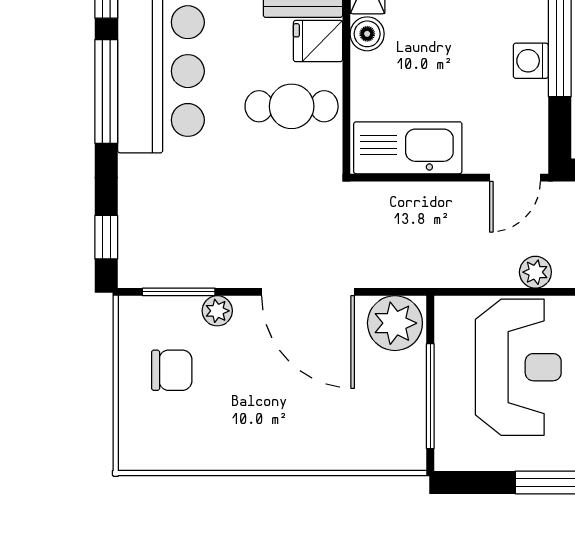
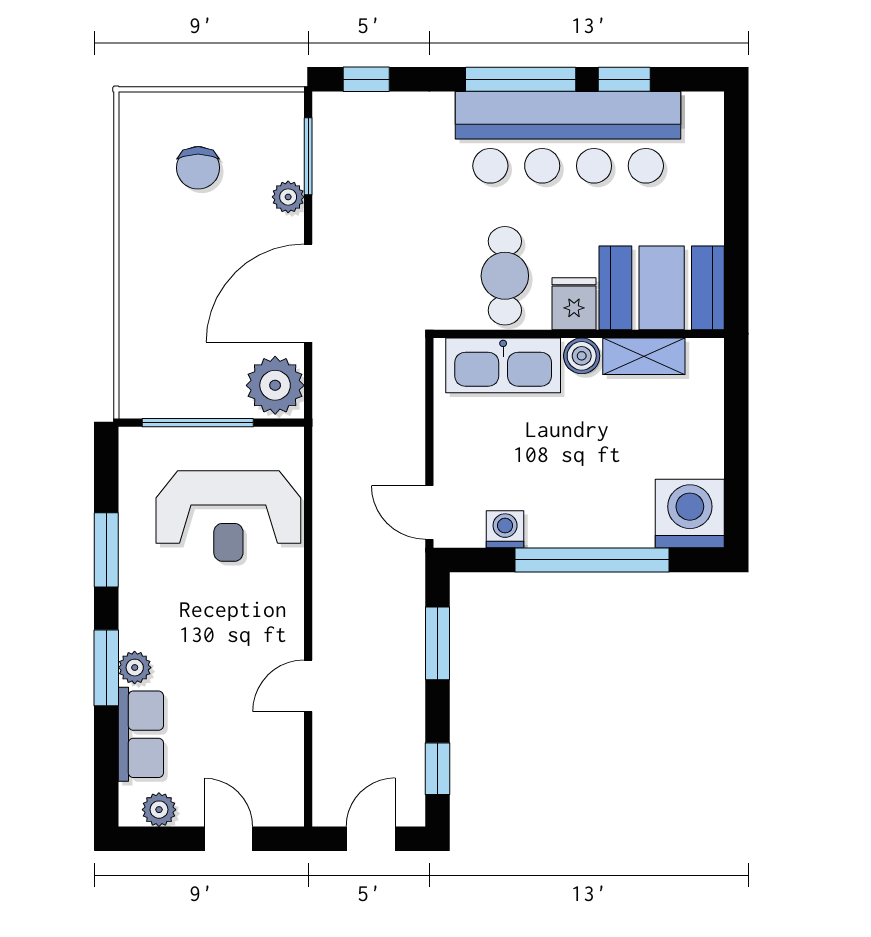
washing machine: (531, 61) -> (505, 529), moved
kitchen sink: (408, 148) -> (503, 365), moved, turned 90
plant: (535, 272) -> (329, 534), removed
chair: (172, 370) -> (198, 168), moved

